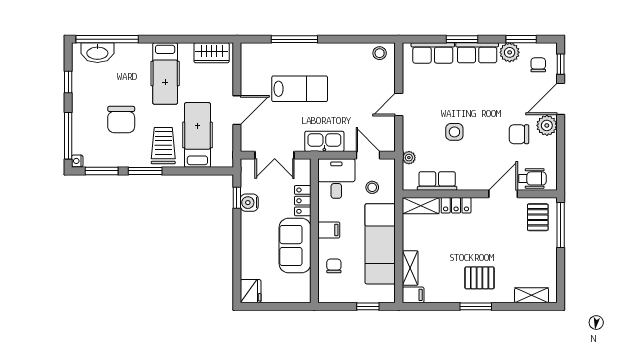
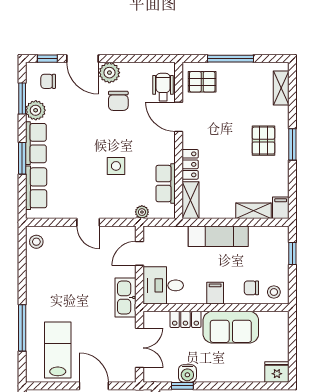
lab bench: (300, 89) -> (58, 350), moved
stool: (372, 187) -> (274, 292), moved
window: (561, 225) -> (231, 59), moved
exam couch: (380, 244) -> (218, 236), width x0.73, depth x0.69

